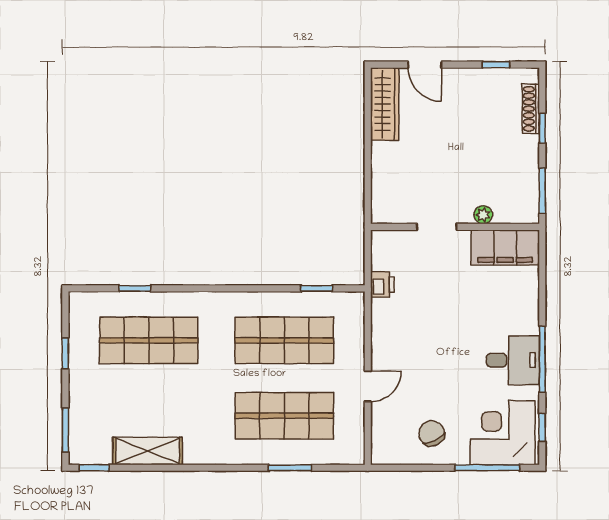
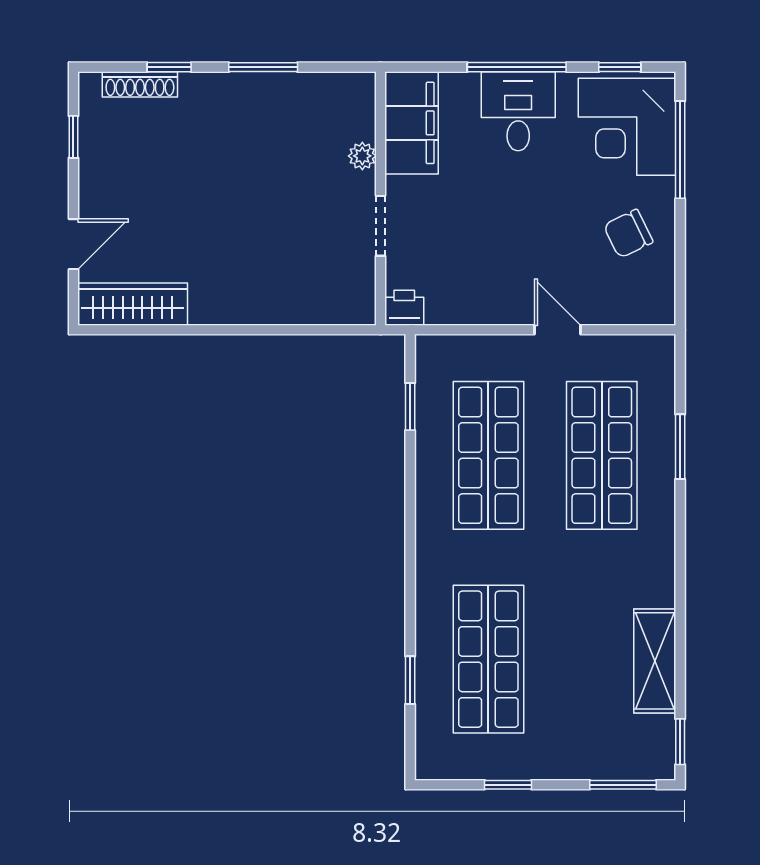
plant: (483, 215) -> (362, 156), moved
doorway: (437, 227) -> (380, 226), moved
wall: (455, 227) -> (380, 198), moved
filing cabinet: (505, 248) -> (412, 123), moved

